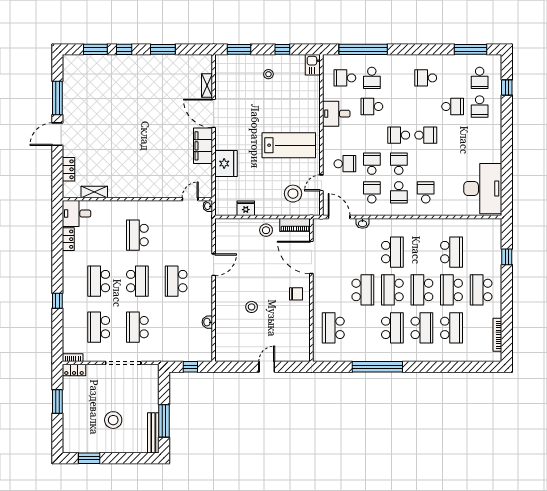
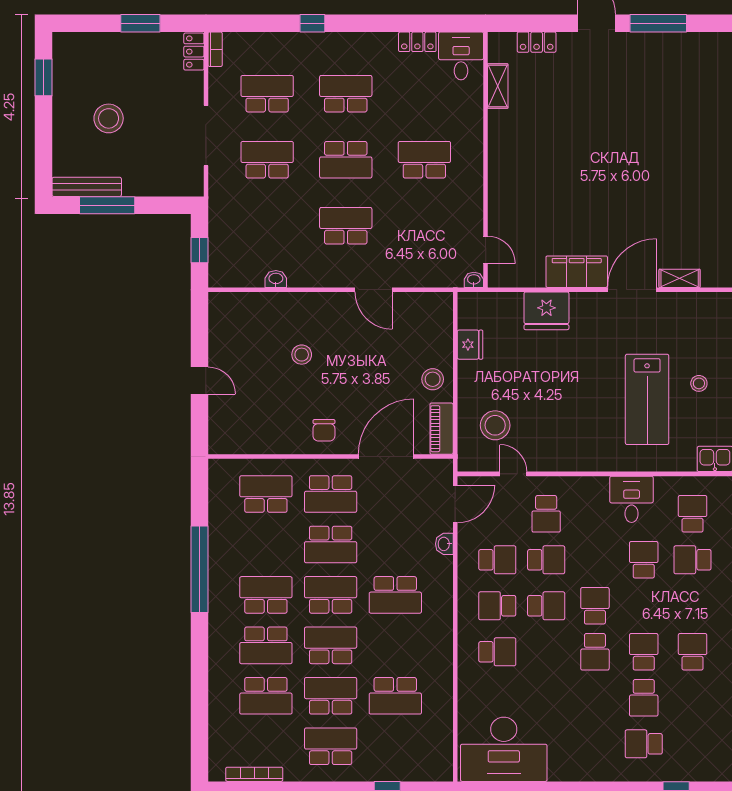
school desk: (480, 78) -> (644, 652), moved, turned 90
lab bench: (289, 145) -> (647, 399), moved
school desk: (333, 290) -> (331, 494), added
school desk: (392, 328) -> (266, 595), turned 180

